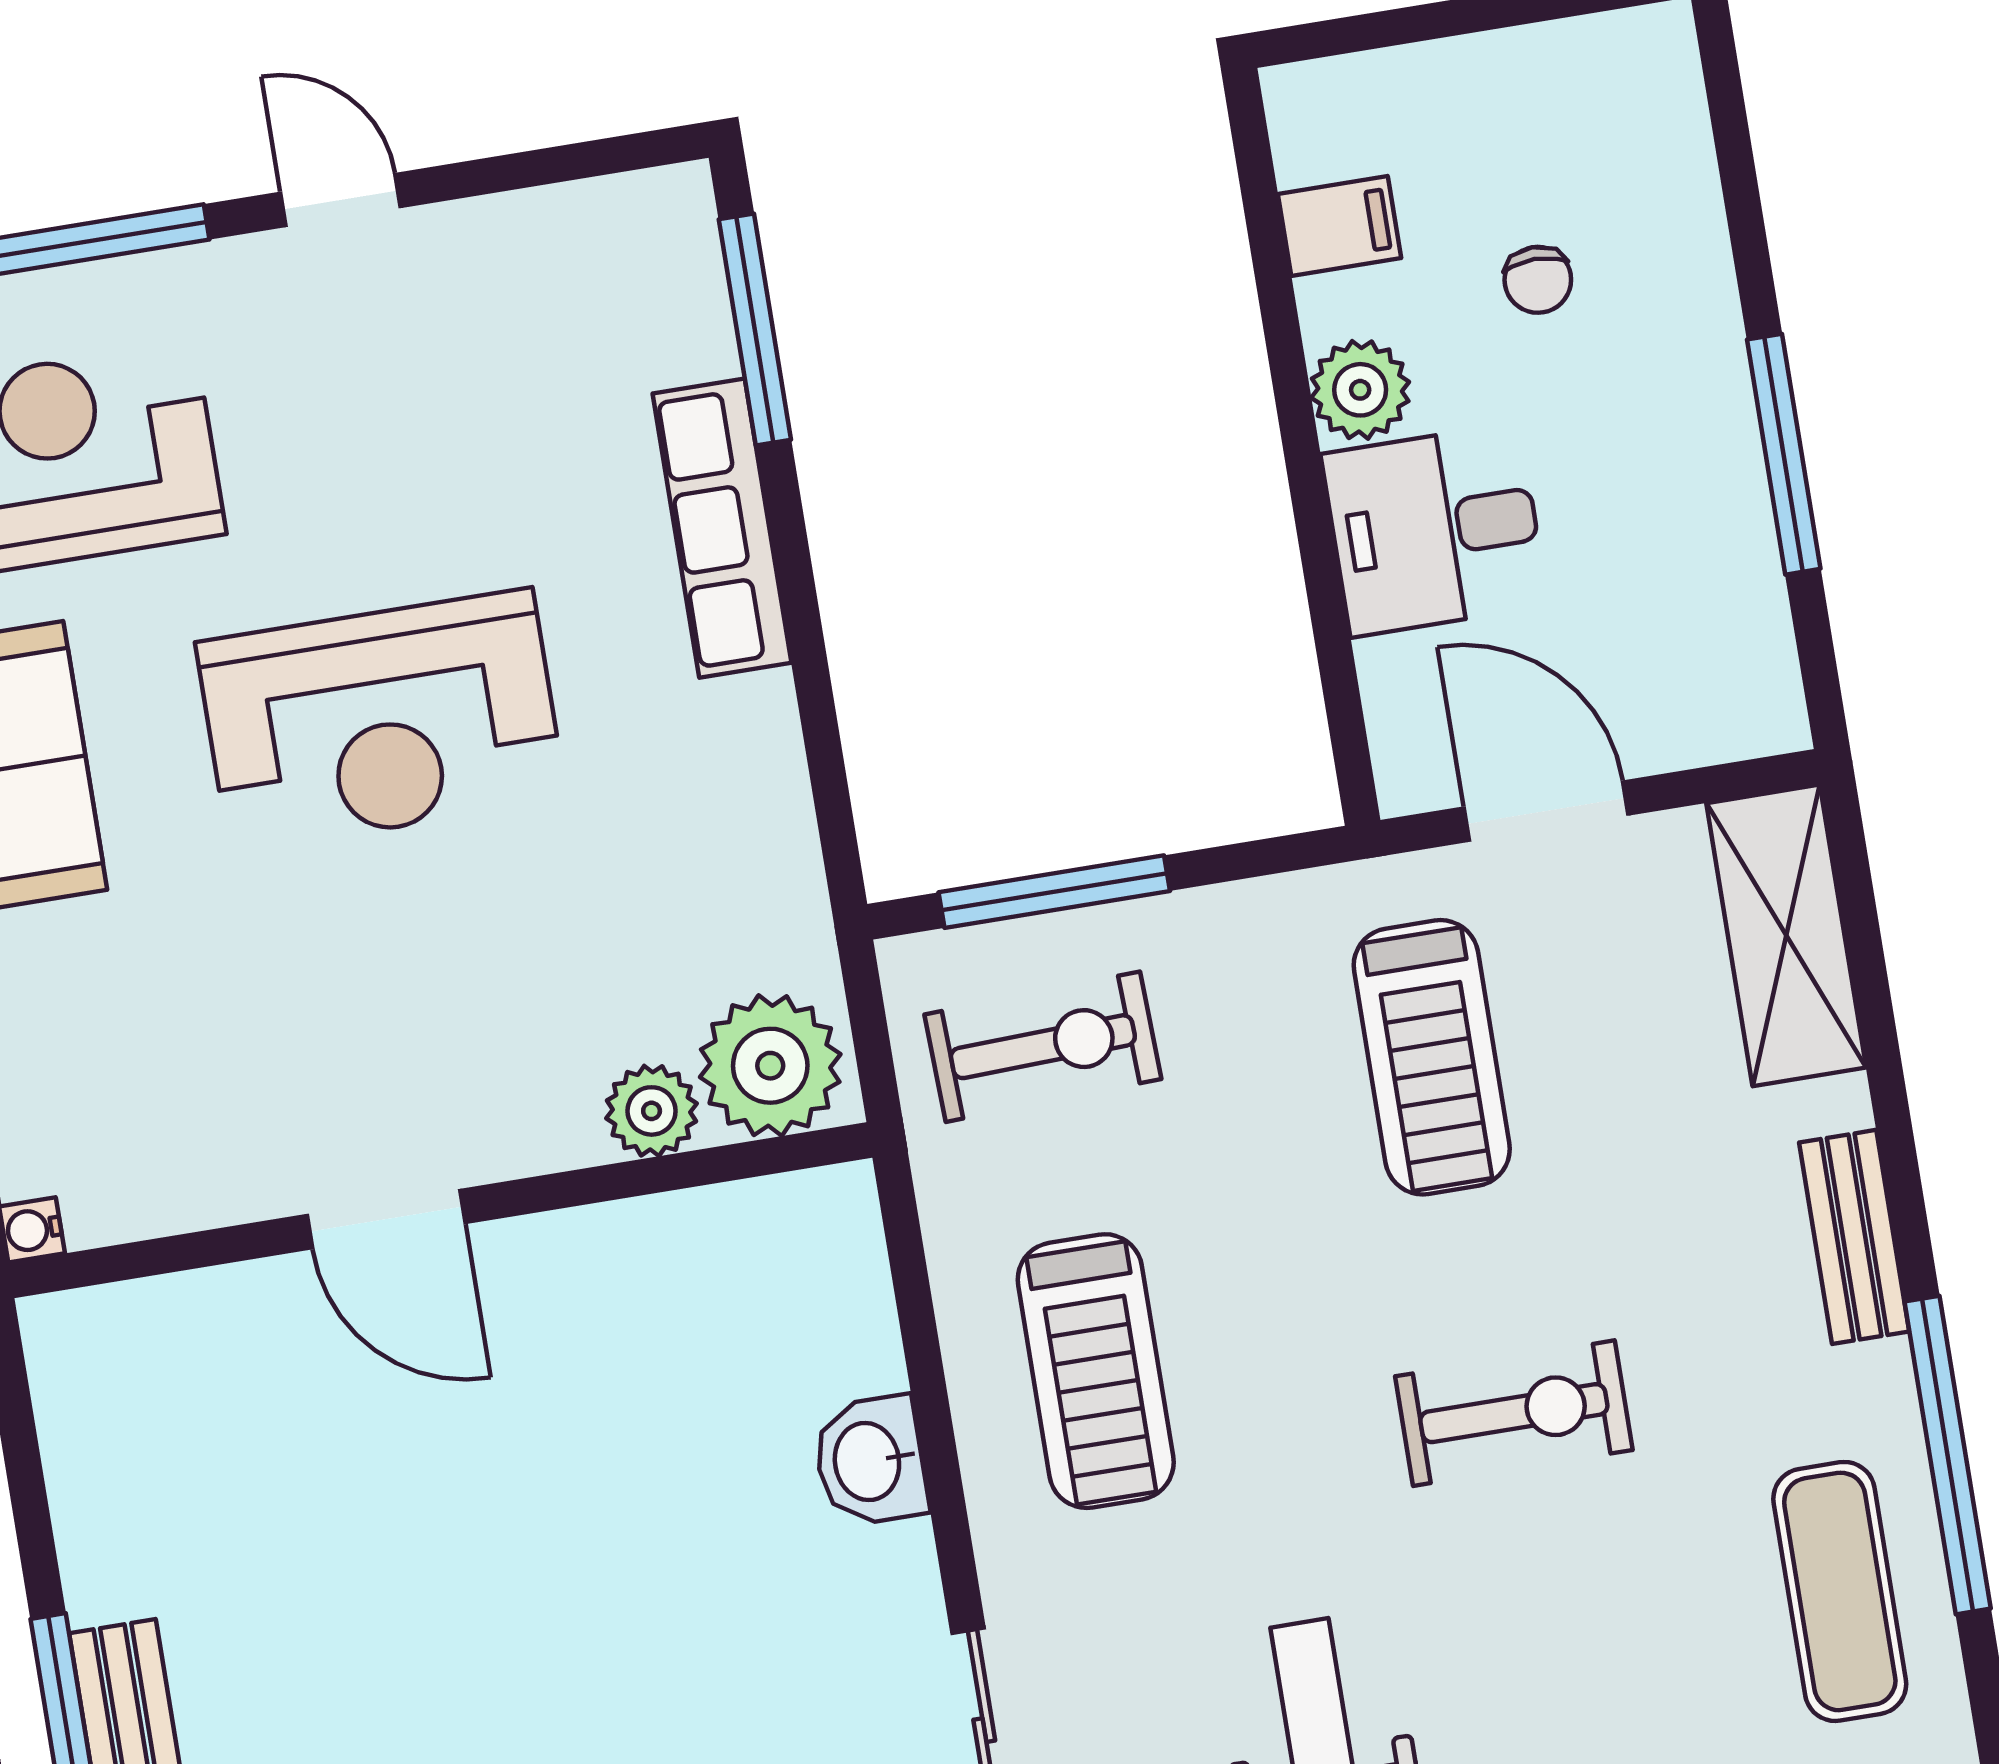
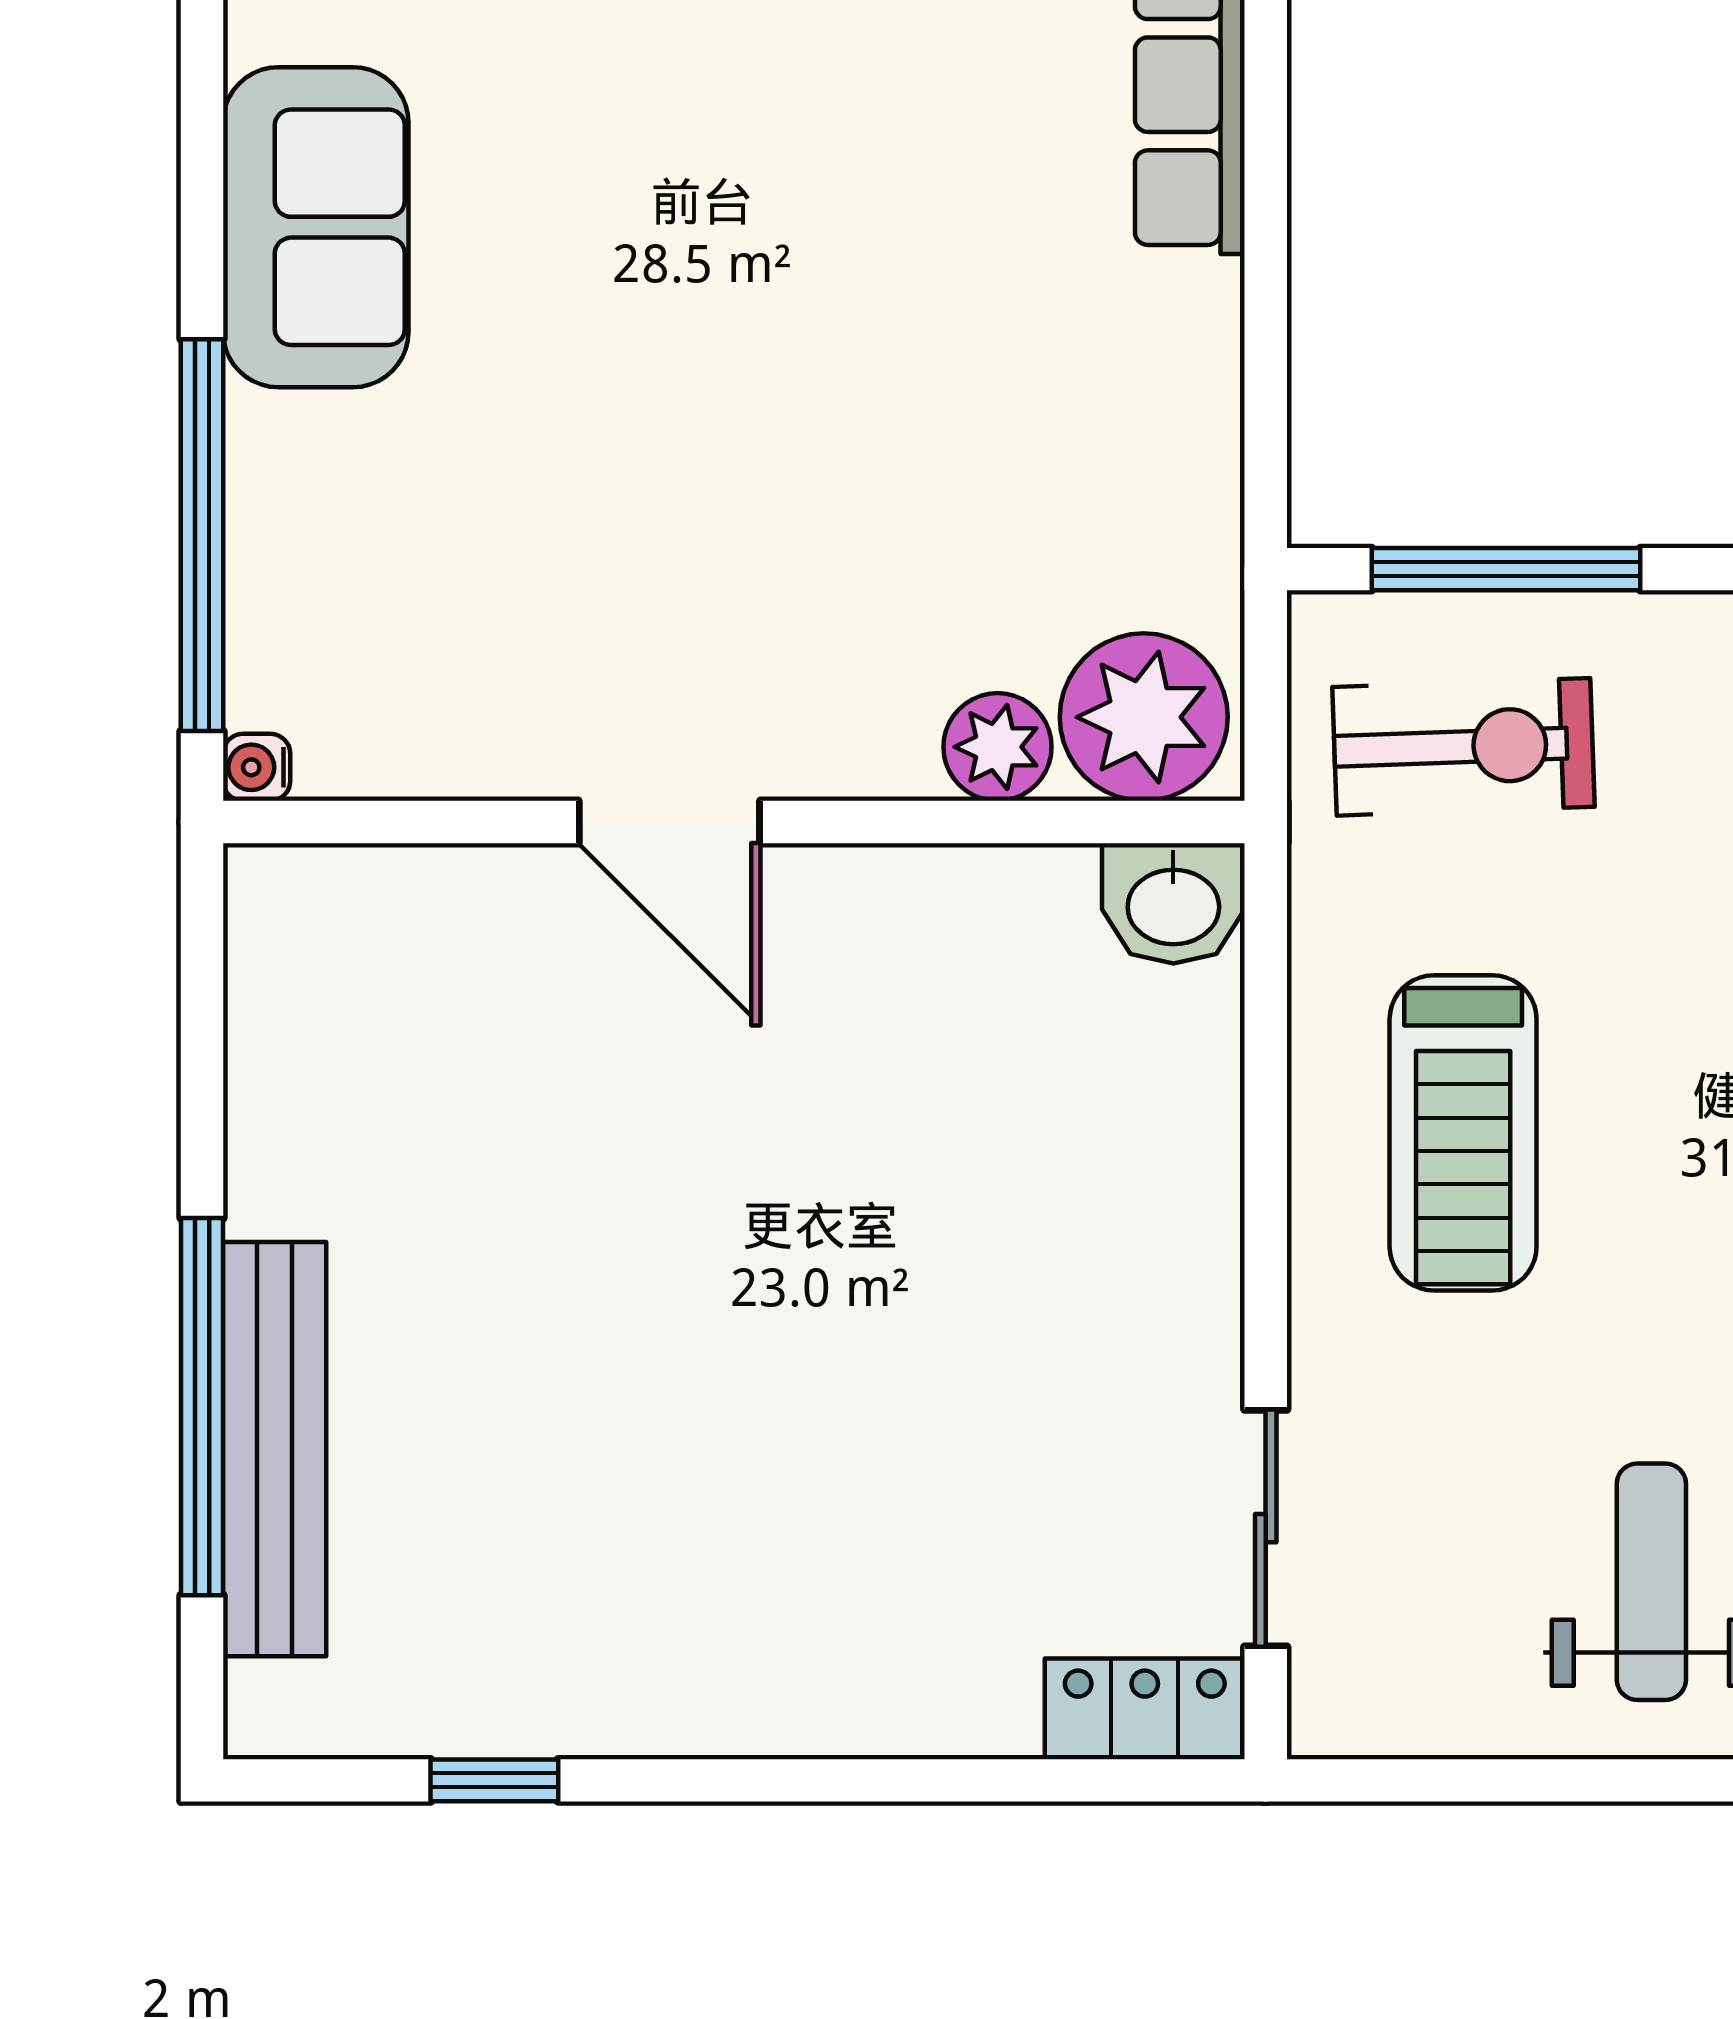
reception desk: (381, 721) -> (758, 243), removed
washbasin: (870, 1461) -> (1173, 903), moved, turned -90

